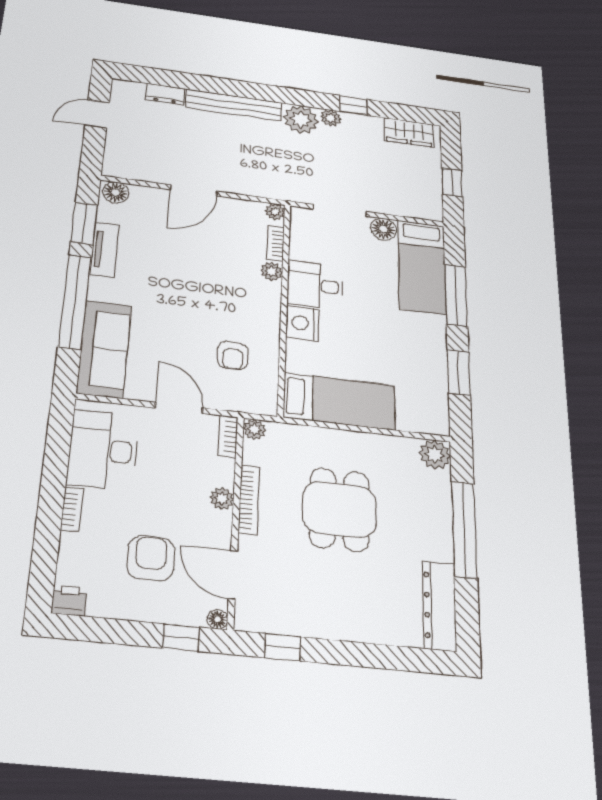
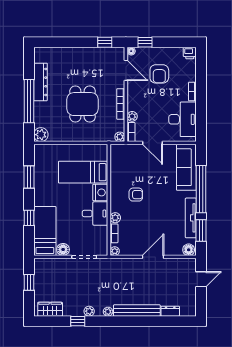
door: (97, 114) -> (201, 279), moved
plant: (301, 120) -> (108, 312), width x0.53, depth x0.53
tv unit: (104, 250) -> (191, 218), width x1.41
window: (456, 295) -> (29, 218), width x0.46
armchair: (233, 356) -> (136, 195), moved, turned 90
bed: (339, 401) -> (83, 172), moved
plant: (222, 498) -> (132, 116), moved
dresser: (439, 606) -> (40, 82), moved

